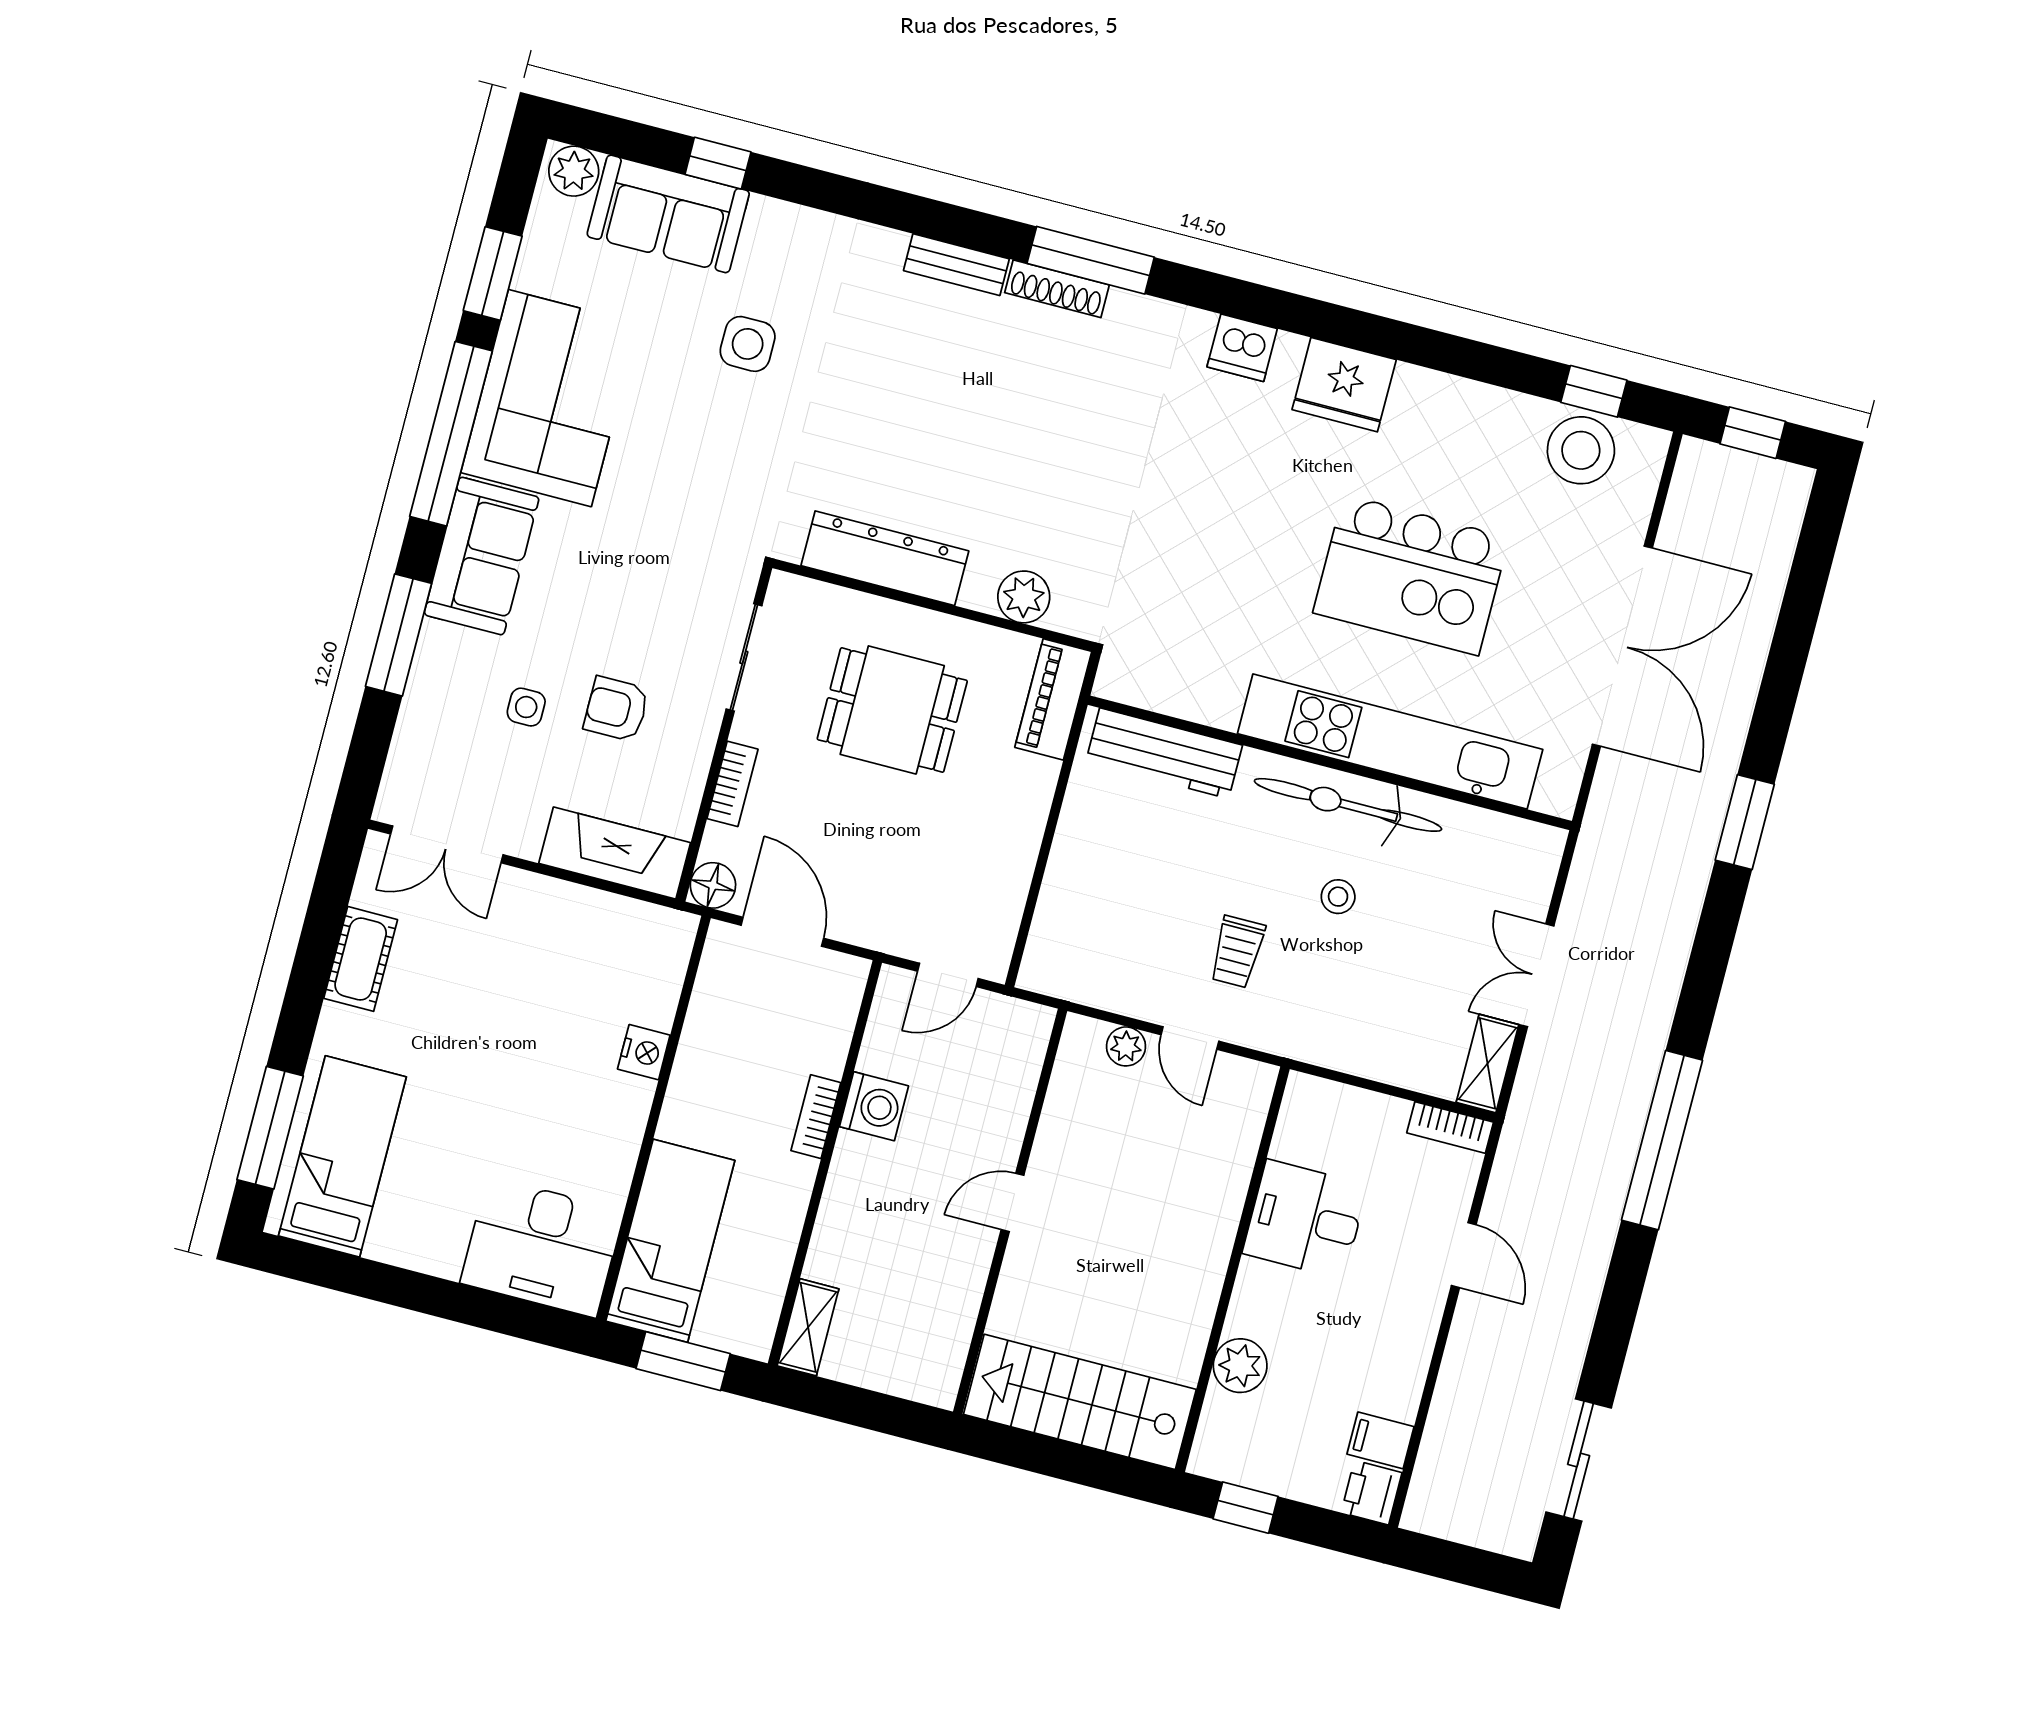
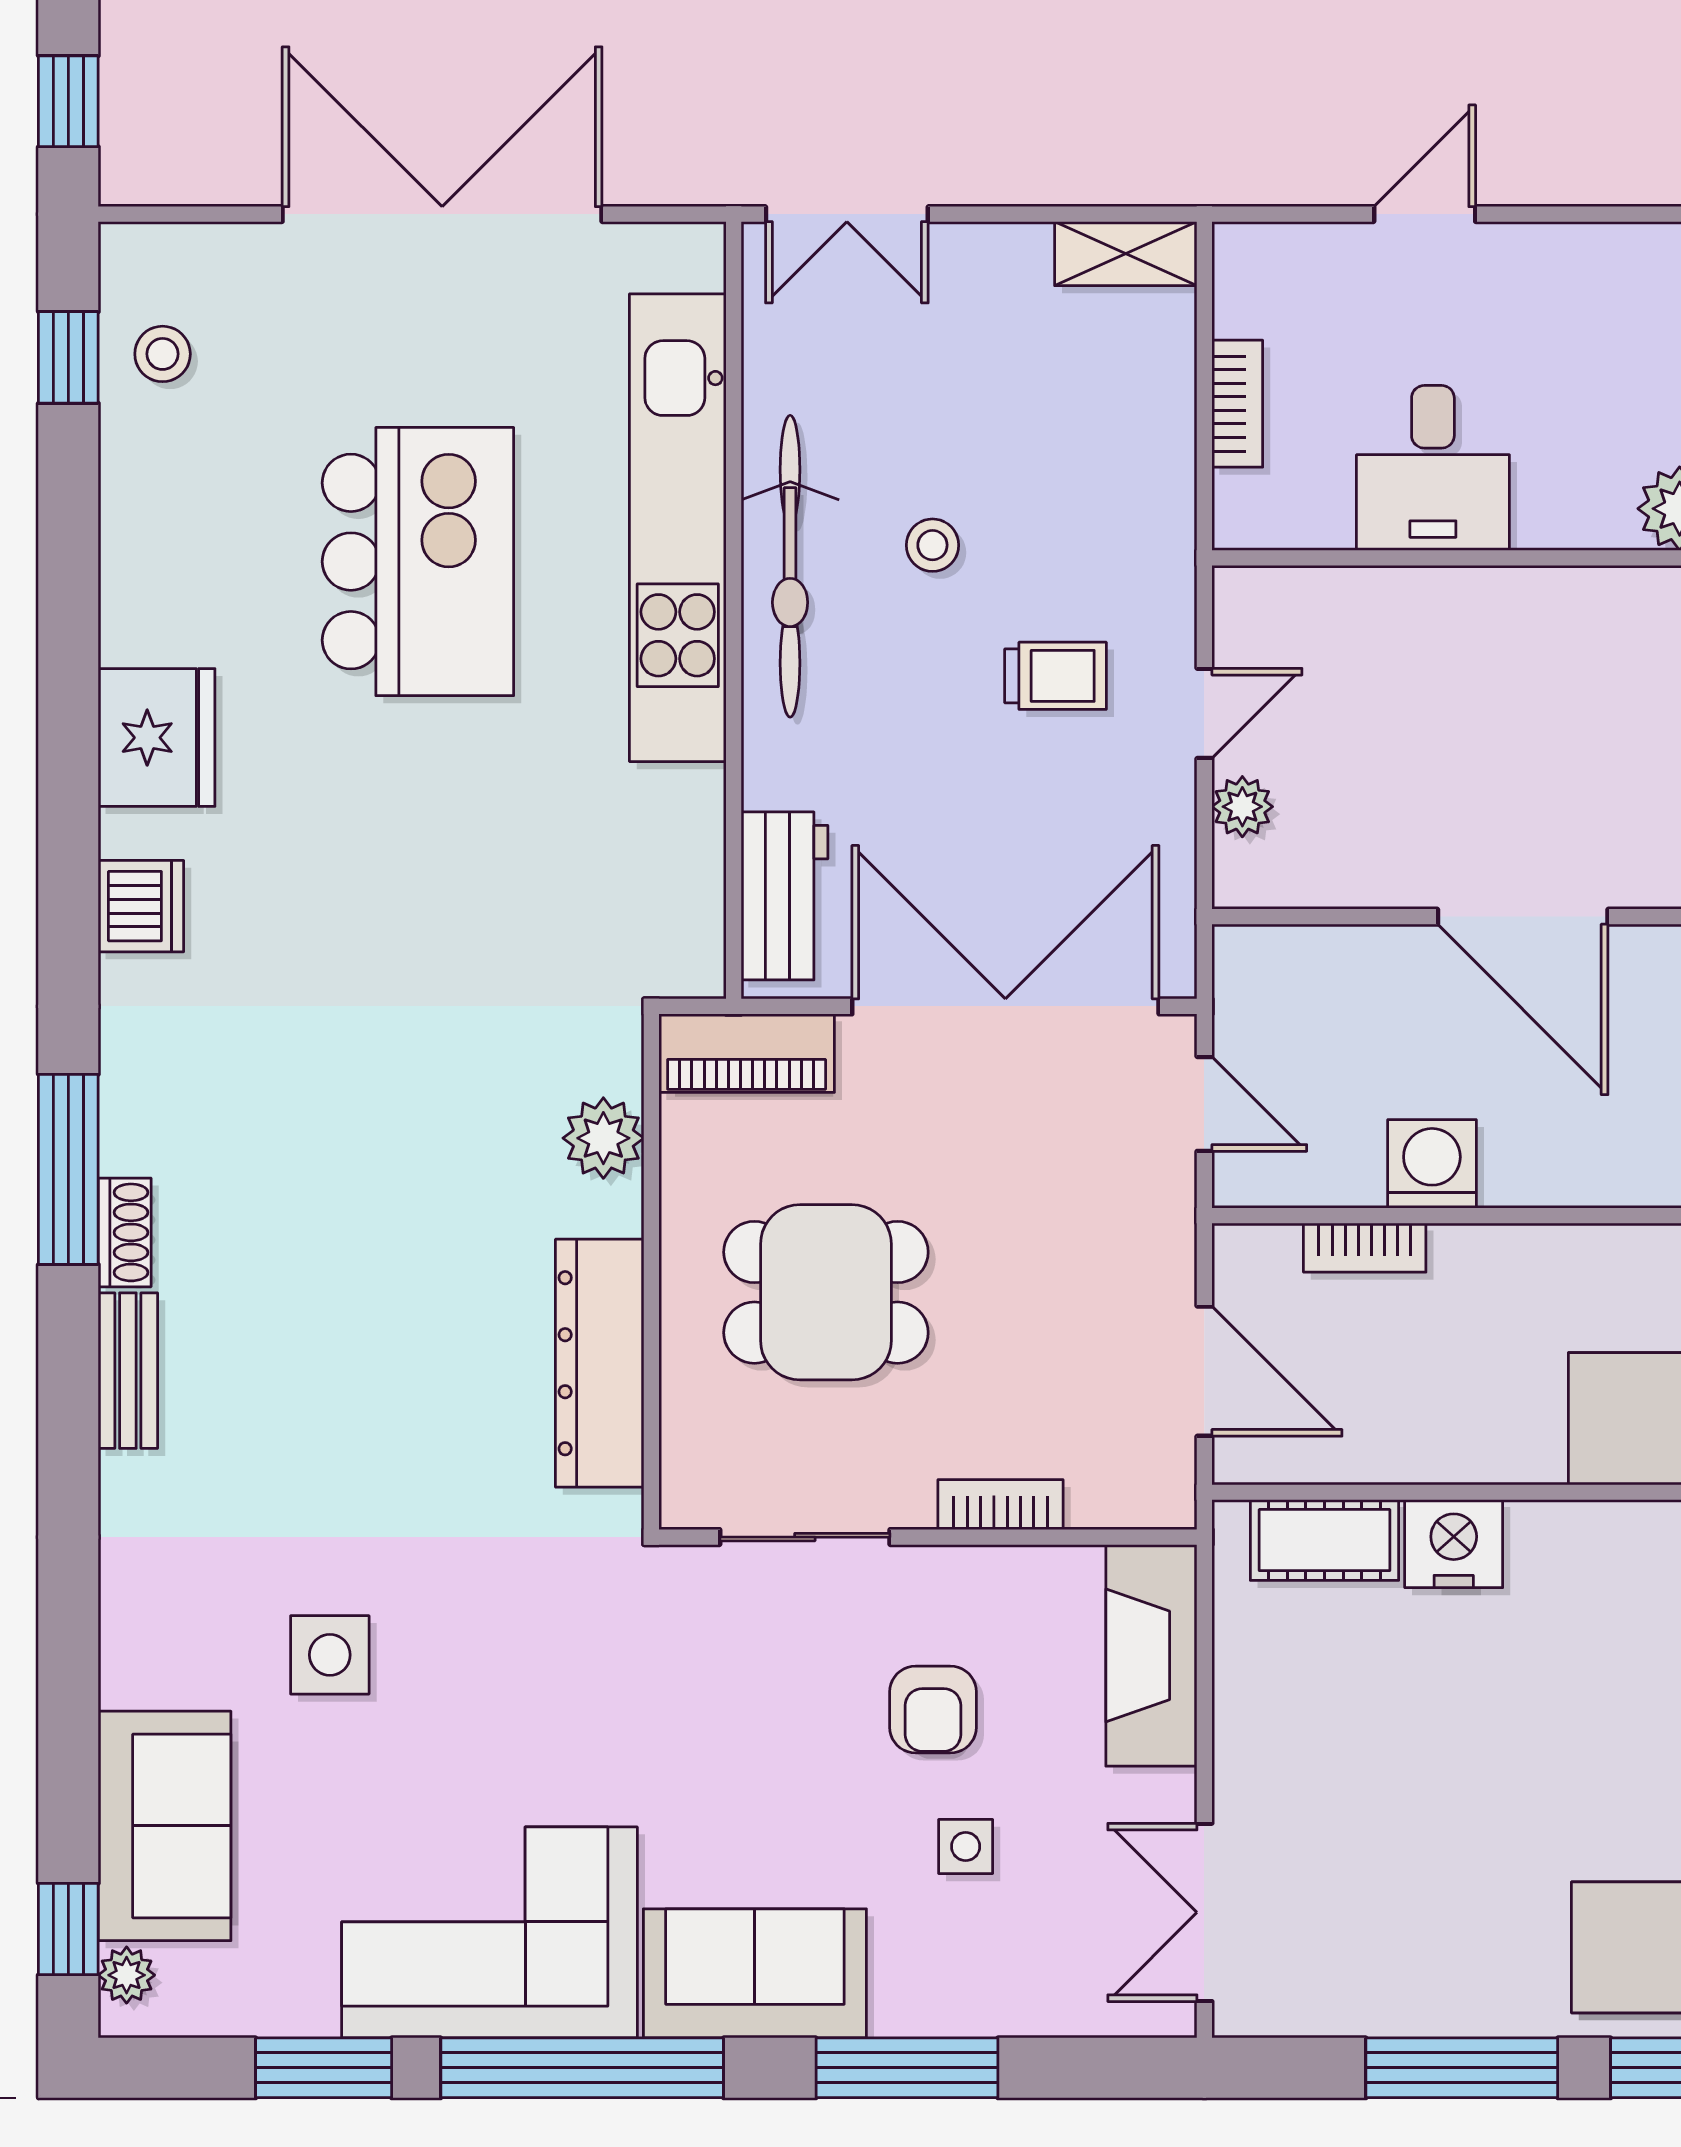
window: (718, 163) -> (68, 1929), moved
plant: (574, 171) -> (127, 1975), width x0.73, depth x0.73
shoe rack: (1057, 289) -> (125, 1232), width x0.70
stool: (1581, 450) -> (163, 354), width x0.53, depth x0.53
dining table: (892, 710) -> (826, 1292), turned 90
workbench: (1164, 753) -> (784, 896), width x0.73
double door: (447, 844) -> (1204, 1912), swing flipped
double door: (1040, 867) -> (1005, 1006), added
floor lamp: (713, 885) -> (1162, 1494), removed
door: (782, 932) -> (1204, 1371), swing flipped
cot: (361, 959) -> (1324, 1540), moved
double door: (1537, 975) -> (847, 214), moved
window: (309, 979) -> (1462, 2068), added
nightstand: (644, 1052) -> (1454, 1544), width x1.36, depth x1.33
bookcase: (816, 1117) -> (1365, 1248), moved
bookcase: (1450, 1128) -> (1237, 404), moved
door: (1013, 1202) -> (1523, 917), width x1.87

